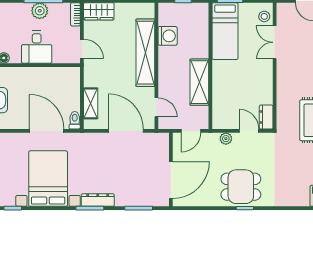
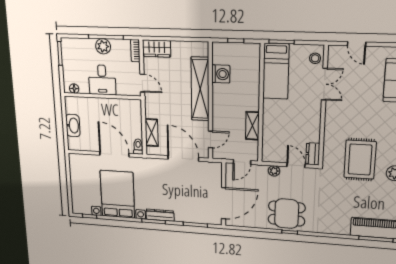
double door: (275, 42) -> (324, 84), swing flipped
shelving: (199, 82) -> (252, 126), width x0.67, depth x0.75
door: (156, 107) -> (210, 139), hinge flipped

